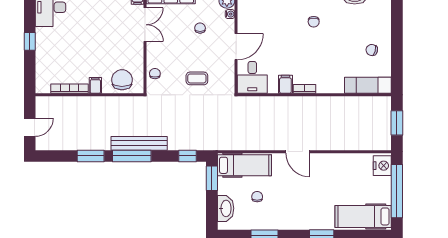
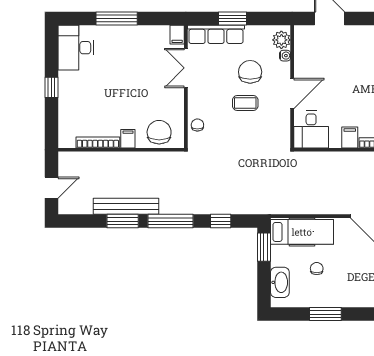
double door: (145, 25) -> (186, 68), swing flipped
chair: (200, 28) -> (250, 72), width x1.87, depth x1.87
coffee table: (197, 78) -> (245, 103), moved
bench: (139, 143) -> (126, 206), moved
window: (187, 156) -> (221, 221), moved

